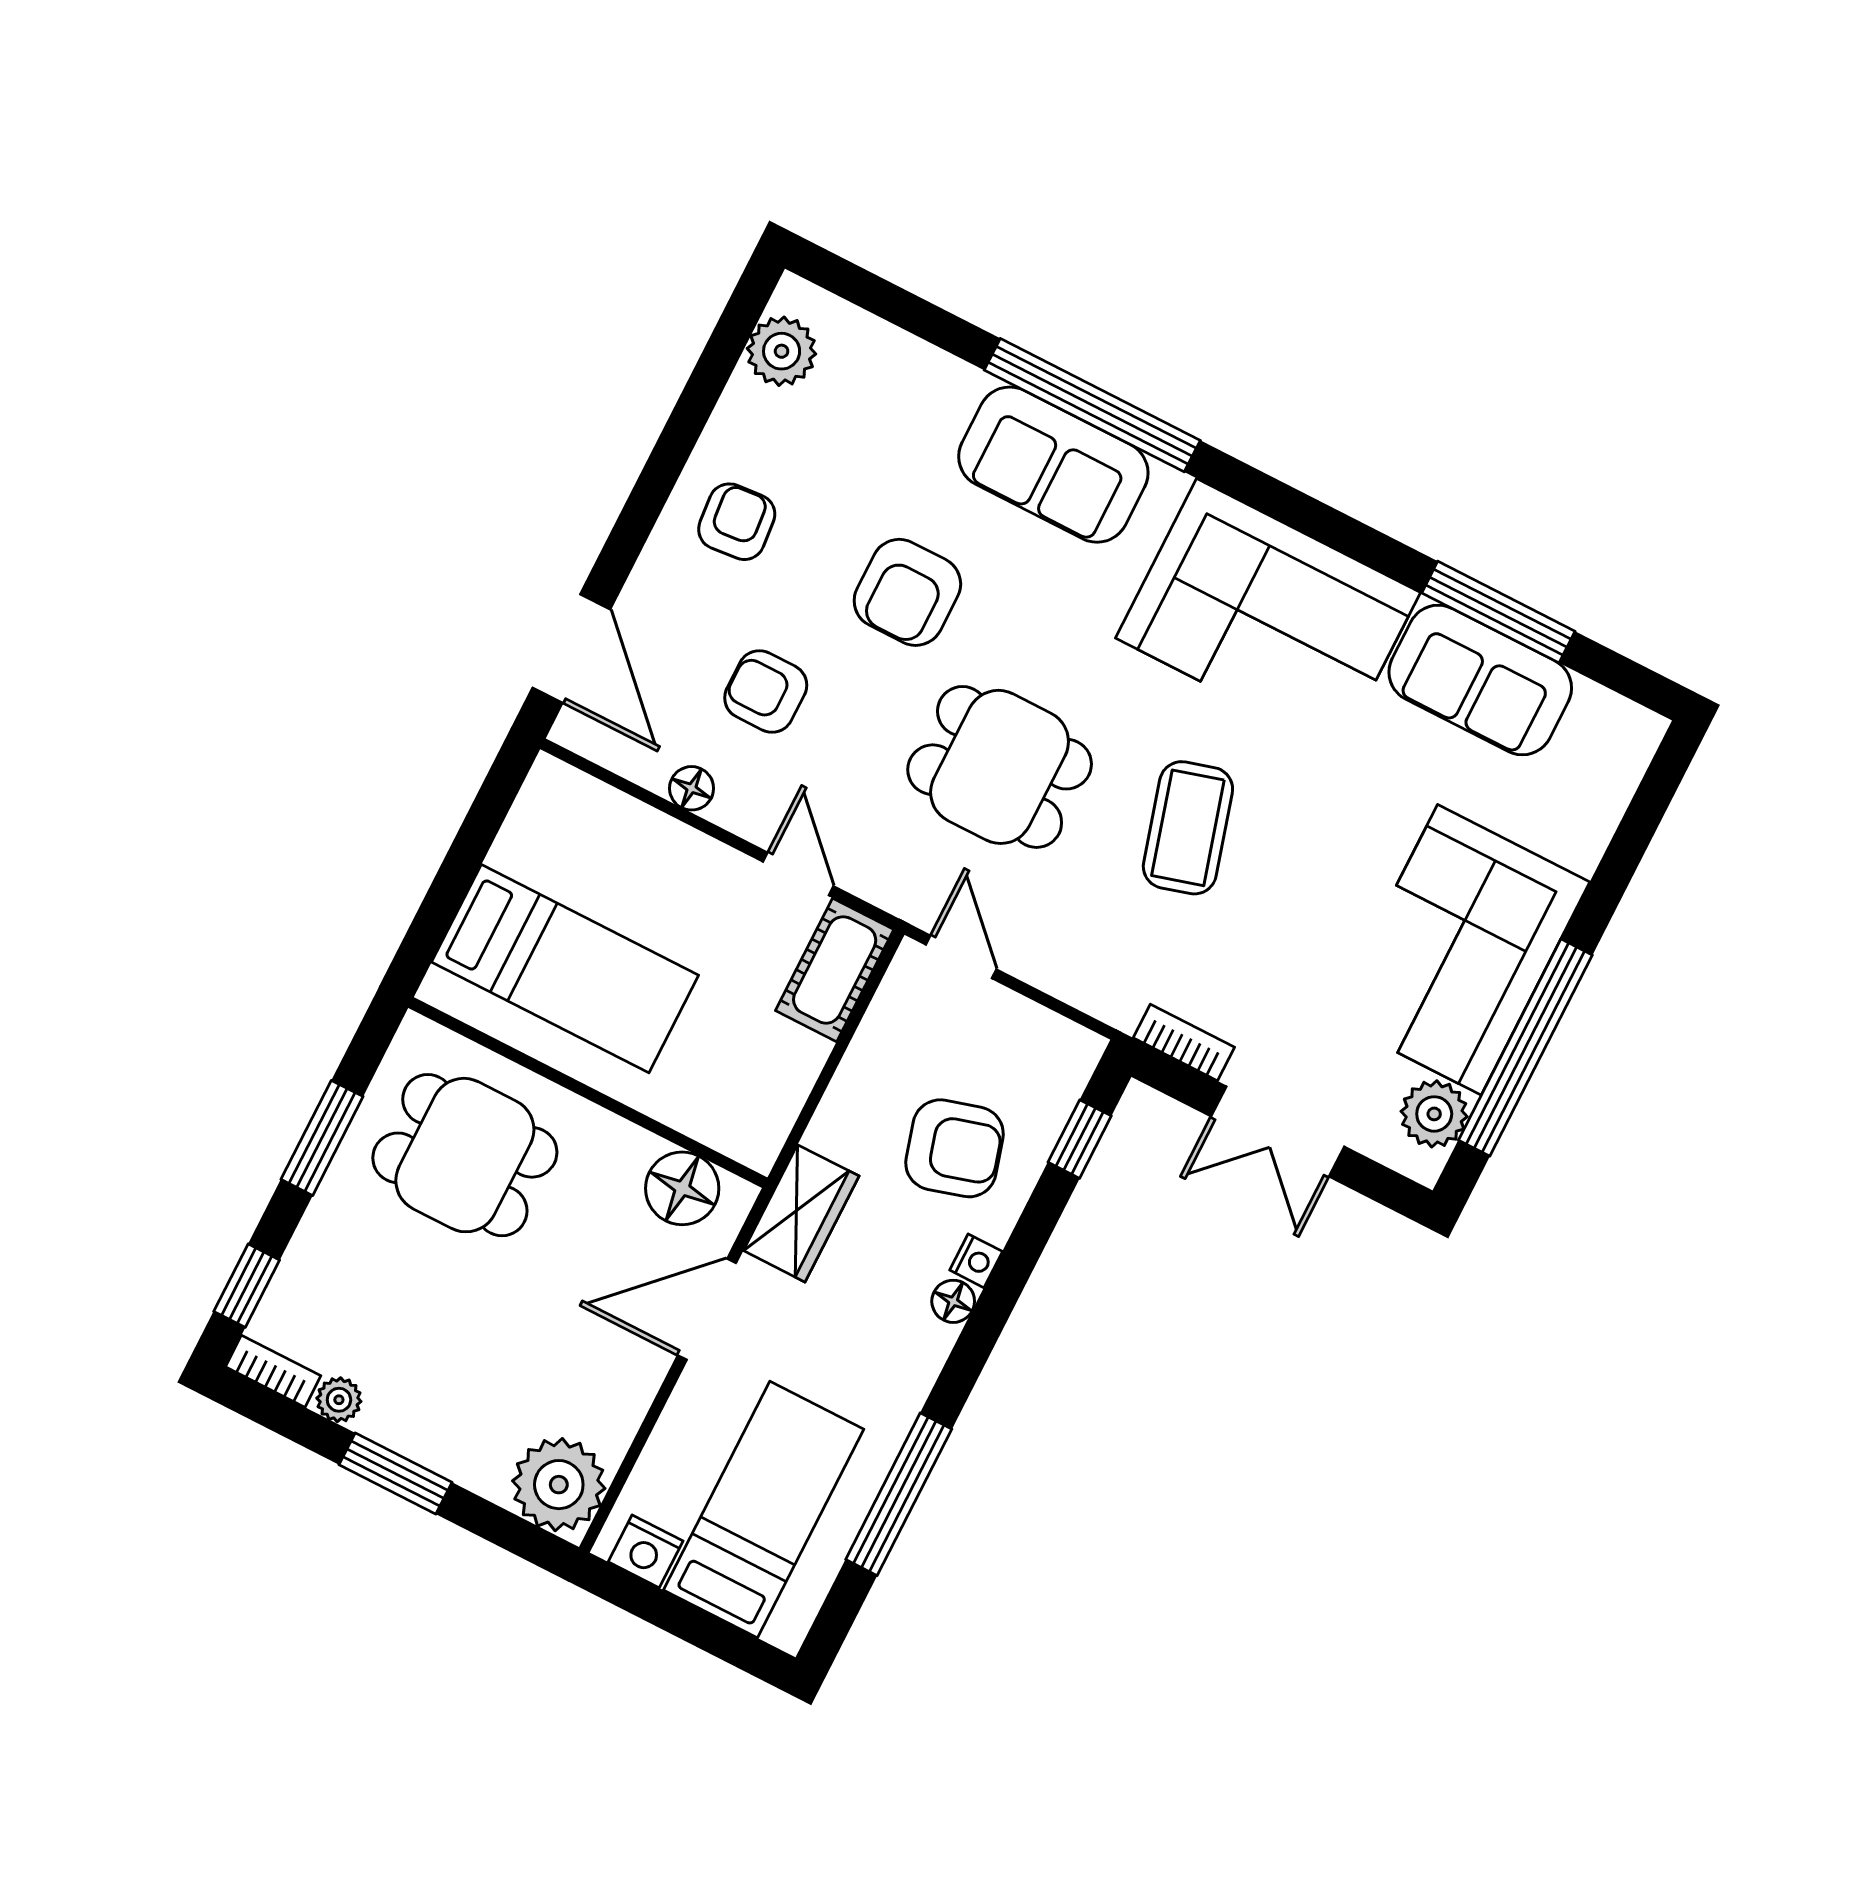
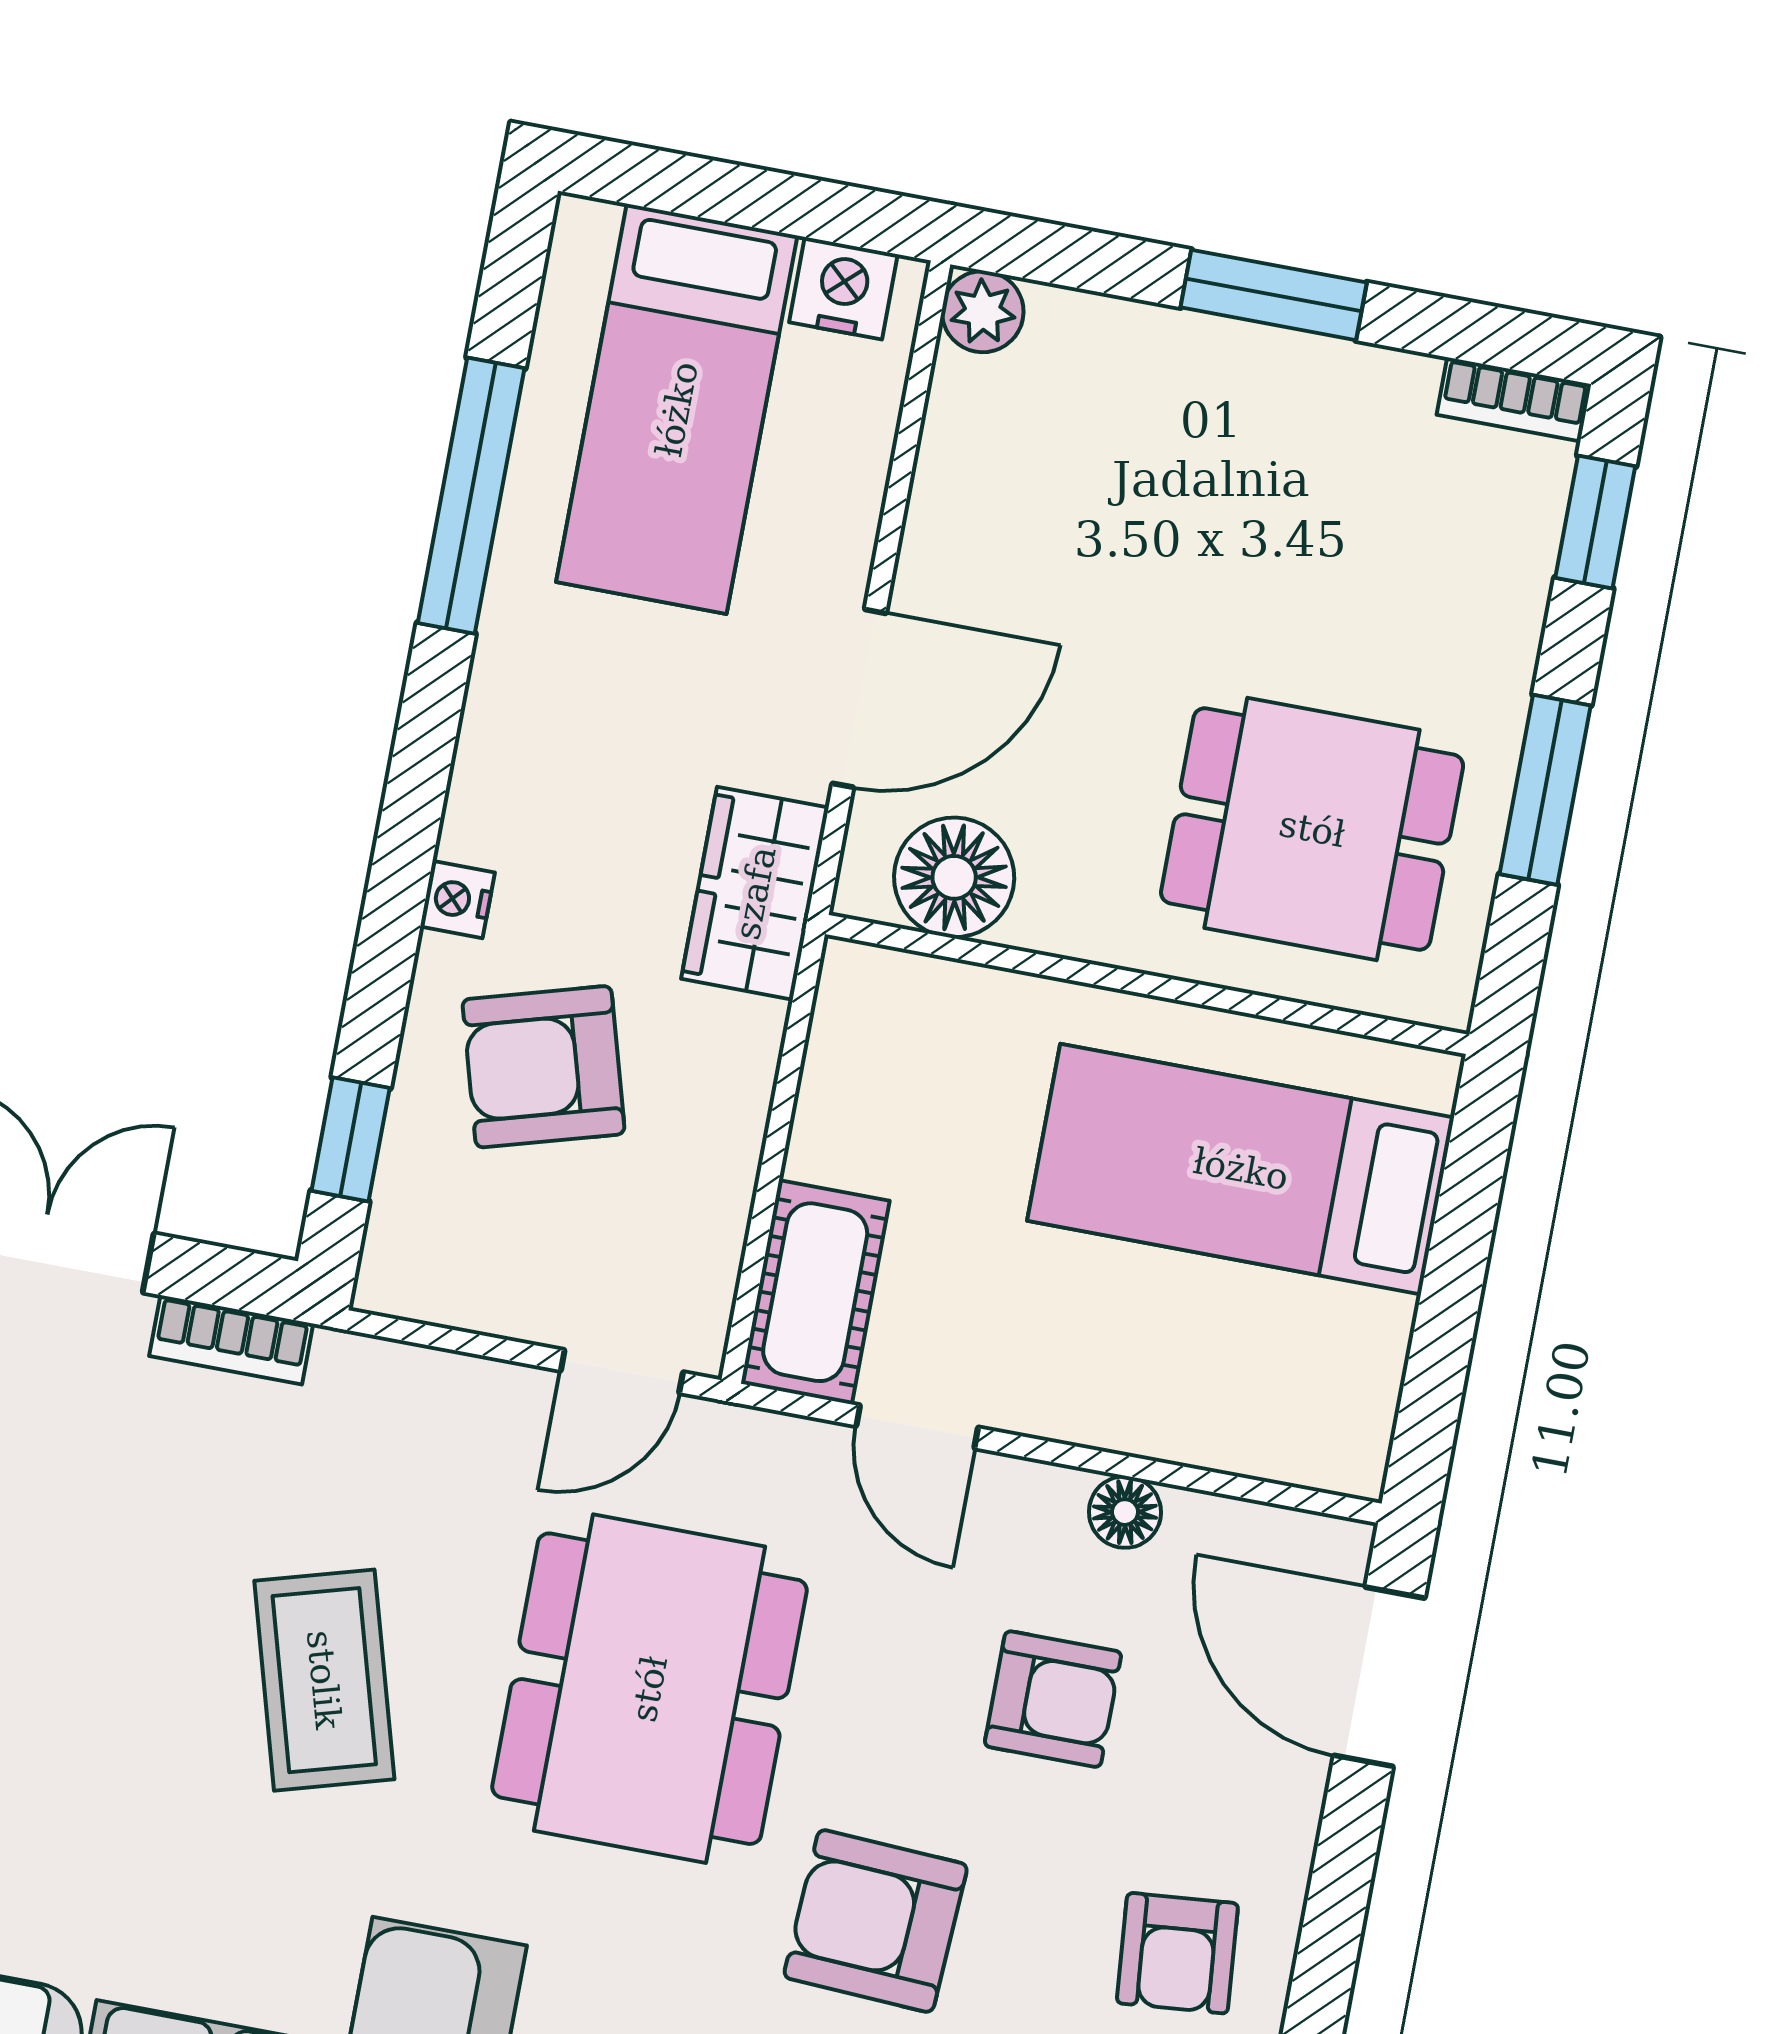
armchair: (907, 592) -> (876, 1921), turned -87
dining table: (1000, 767) -> (649, 1689), width x1.38
door: (961, 957) -> (622, 1371), hinge flipped
floor lamp: (953, 1301) -> (475, 825), removed
plant: (339, 1400) -> (1397, 385), removed
plant: (559, 1485) -> (983, 312), width x0.53, depth x0.53

